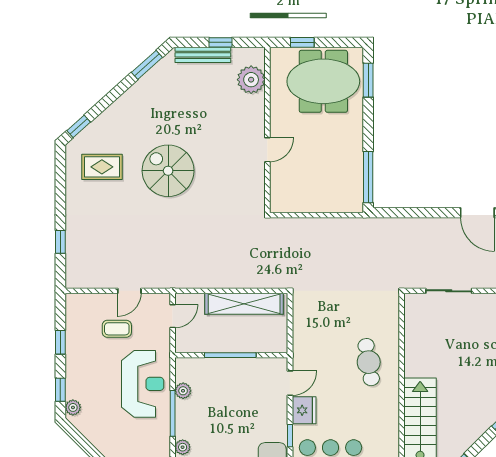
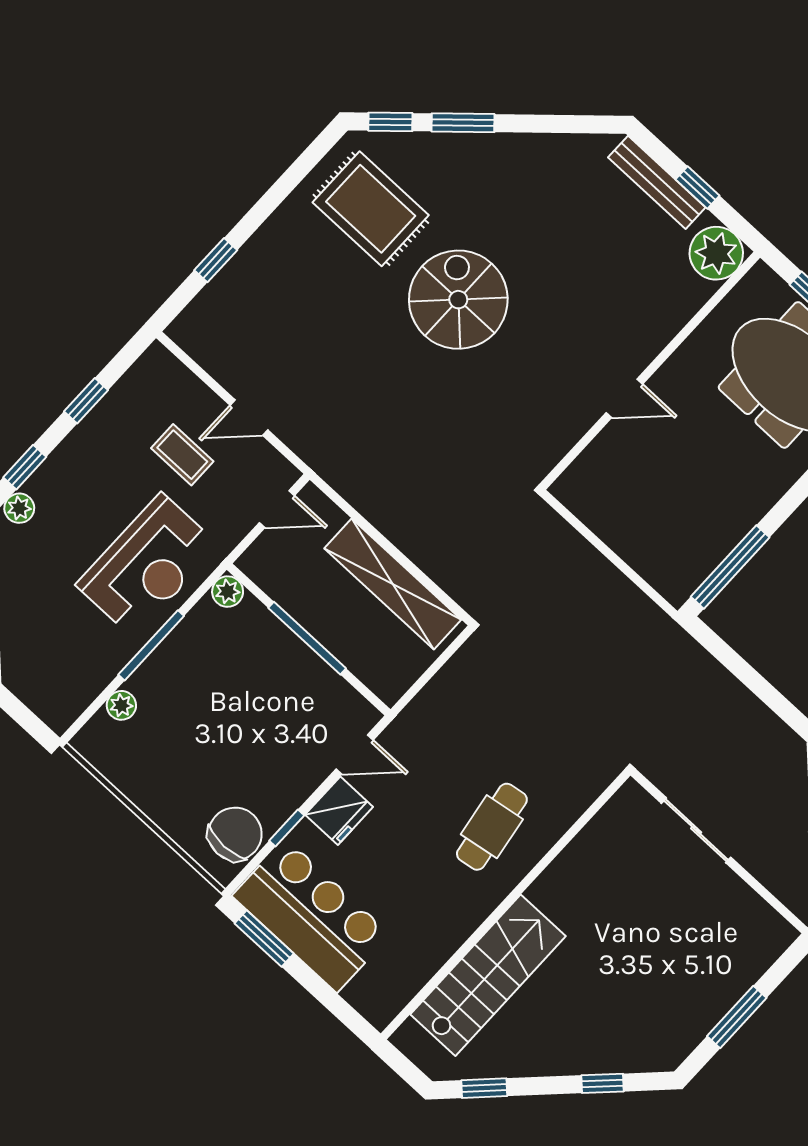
window: (147, 65) -> (463, 123), moved
plant: (251, 80) -> (716, 253), moved
rug: (102, 167) -> (371, 209), width x1.36, depth x1.43
plant: (183, 391) -> (228, 592), moved

